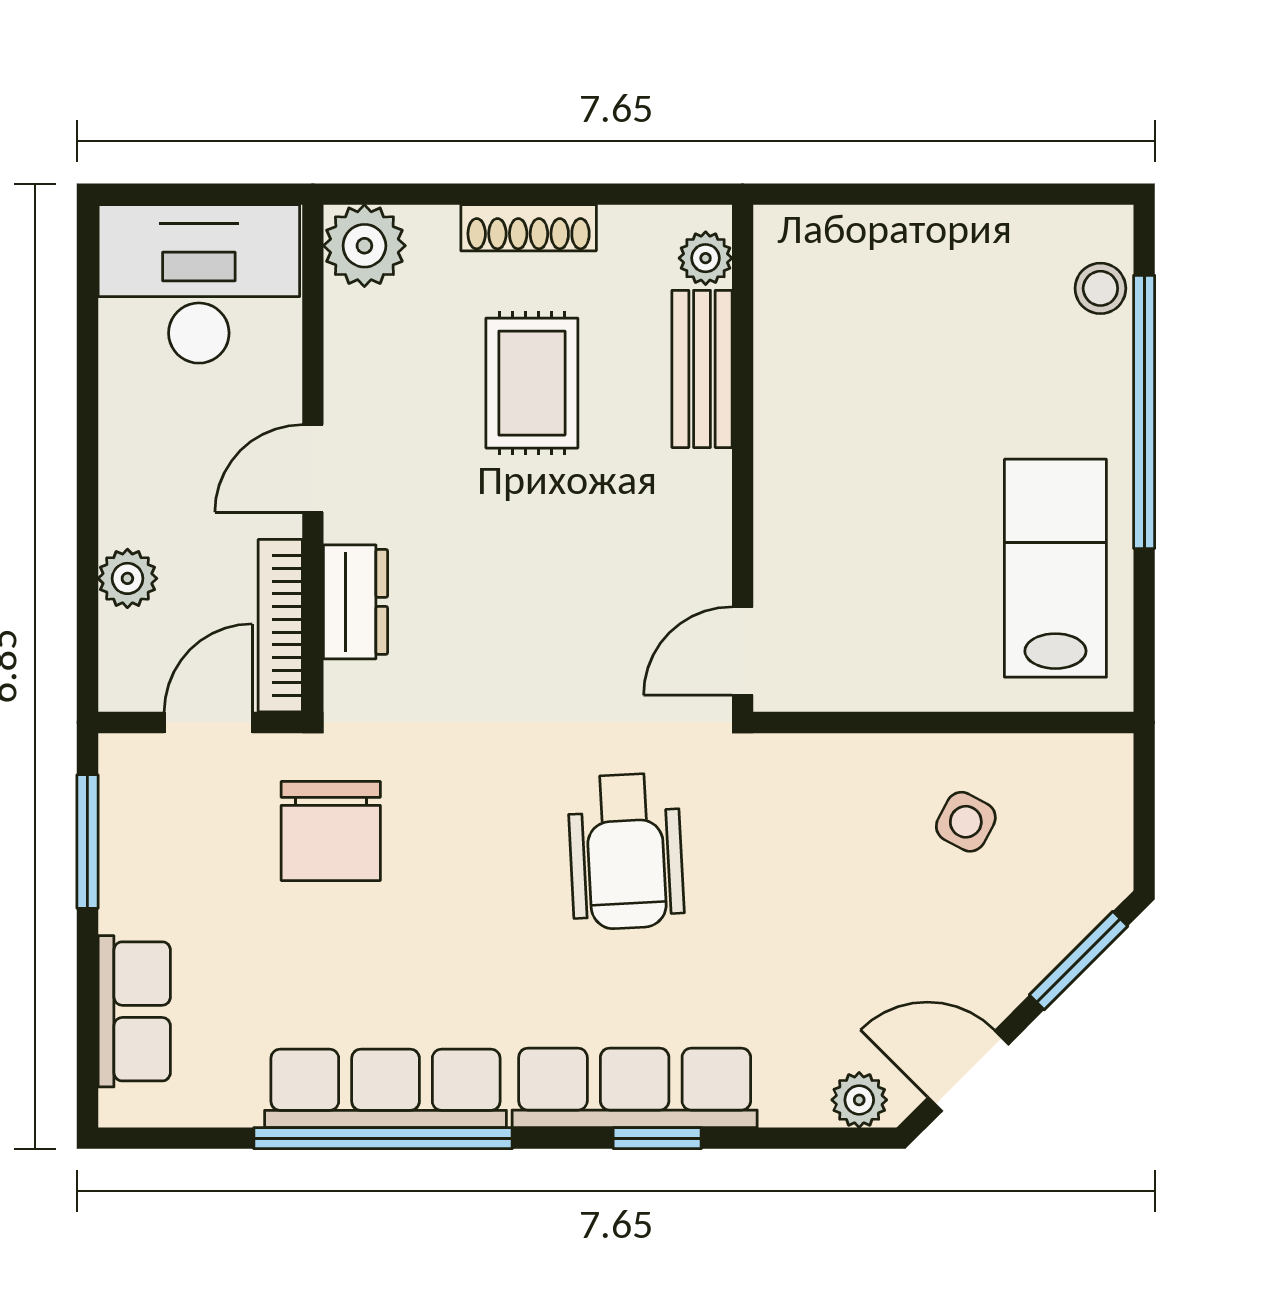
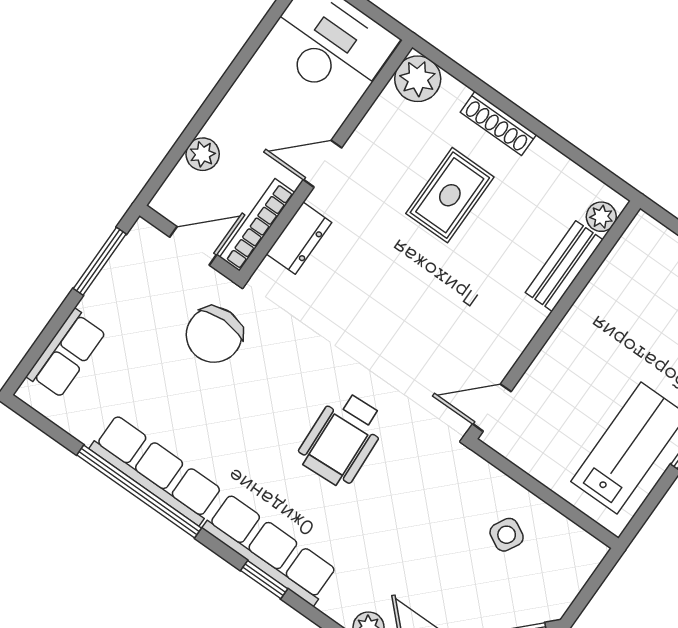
plant: (706, 258) -> (601, 217), moved
bench: (702, 369) -> (564, 266), moved
wall: (743, 458) -> (554, 320), moved
door: (743, 651) -> (492, 408), moved

